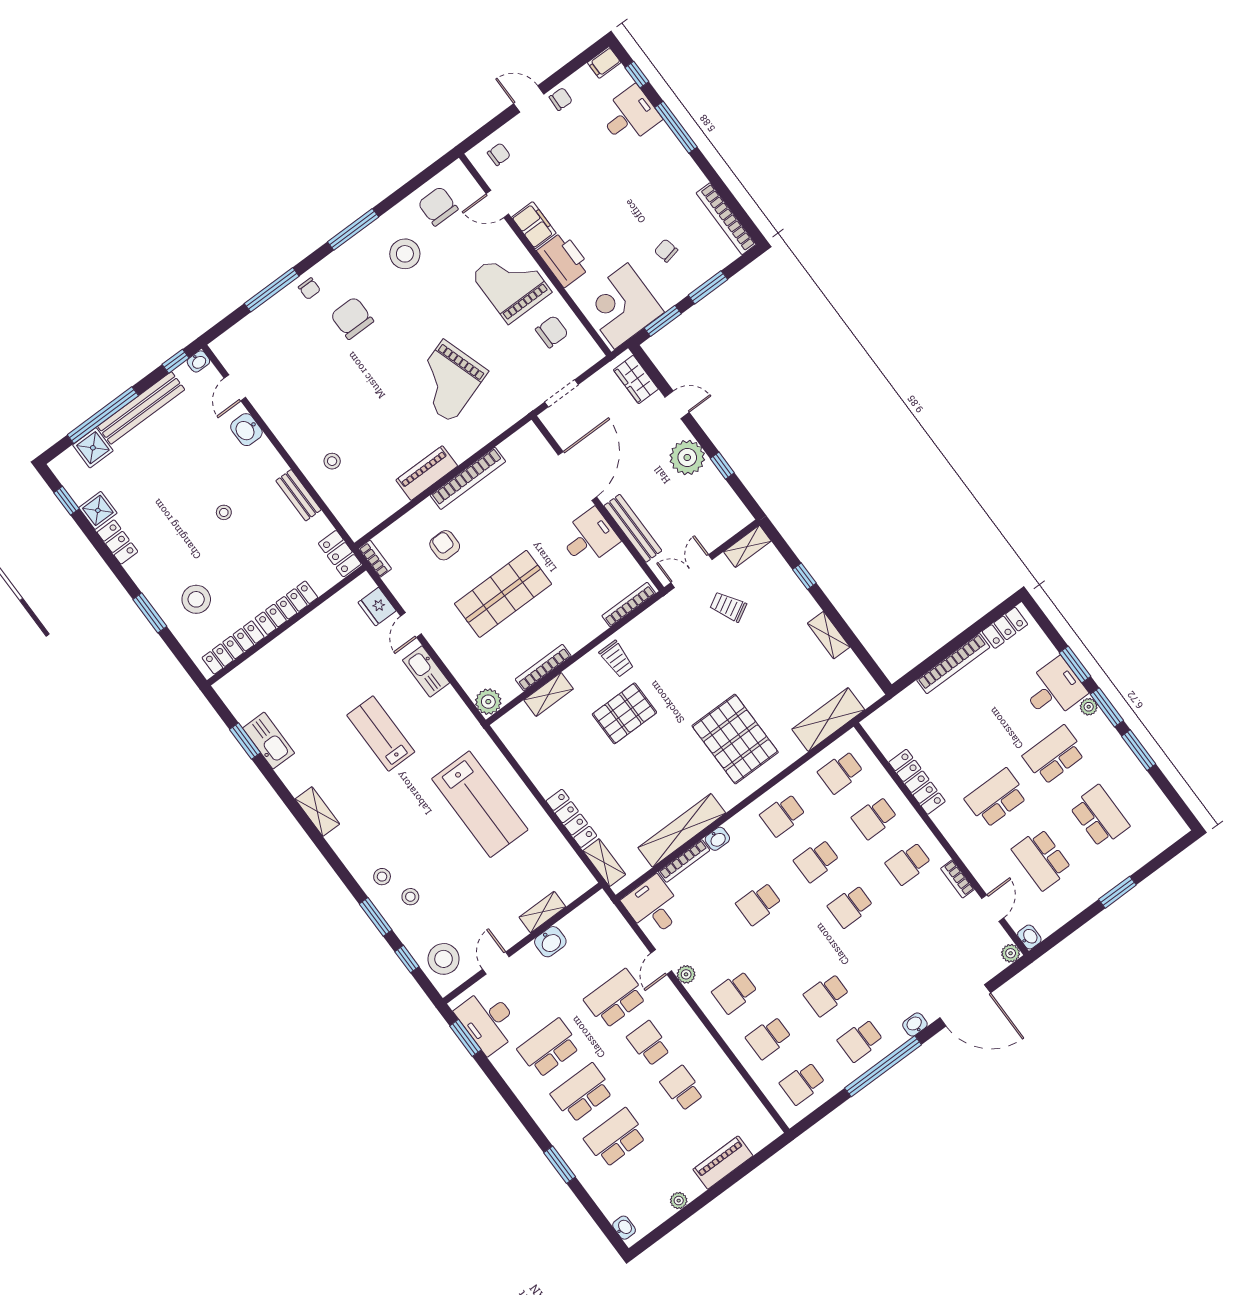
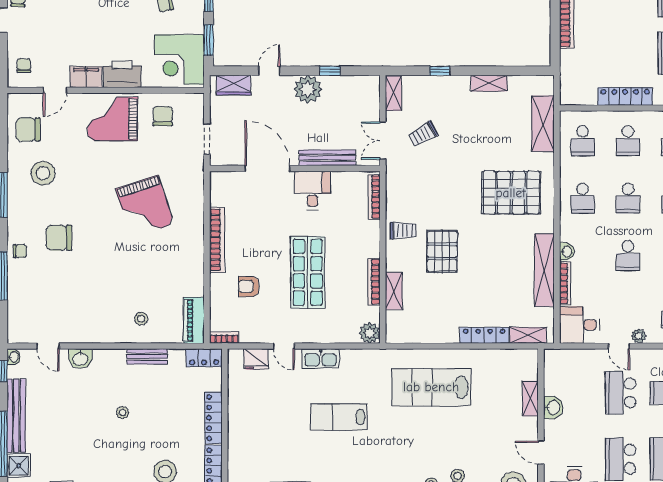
piano: (427, 473) -> (194, 320), moved
lab bench: (480, 804) -> (431, 387), turned 180

